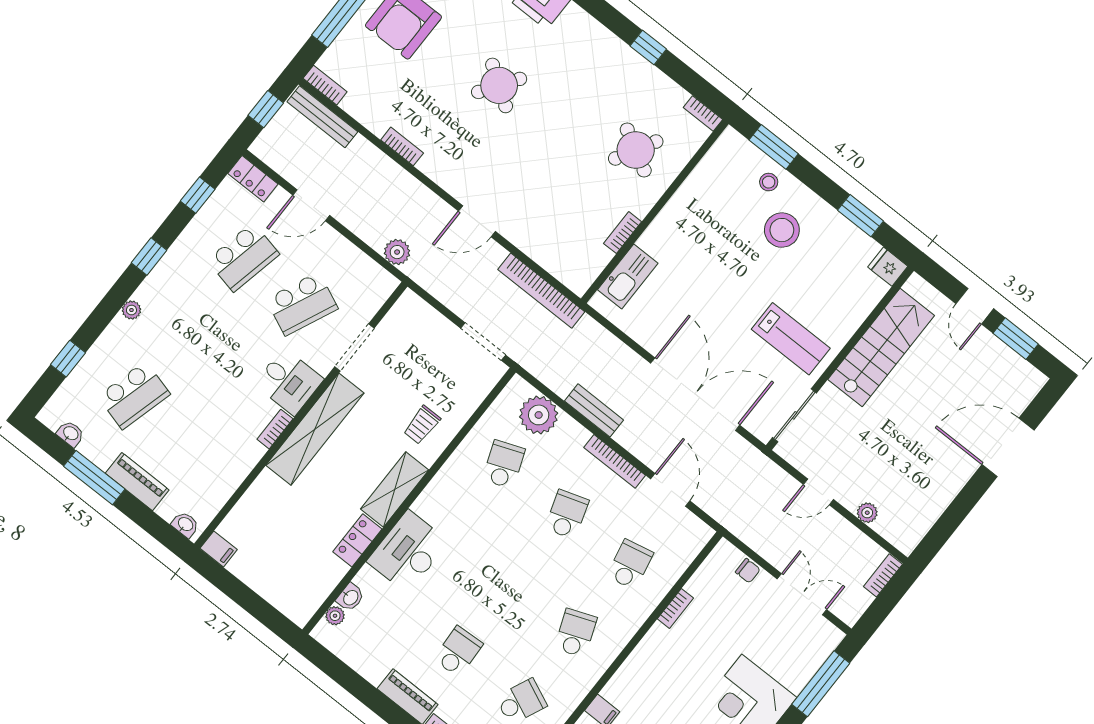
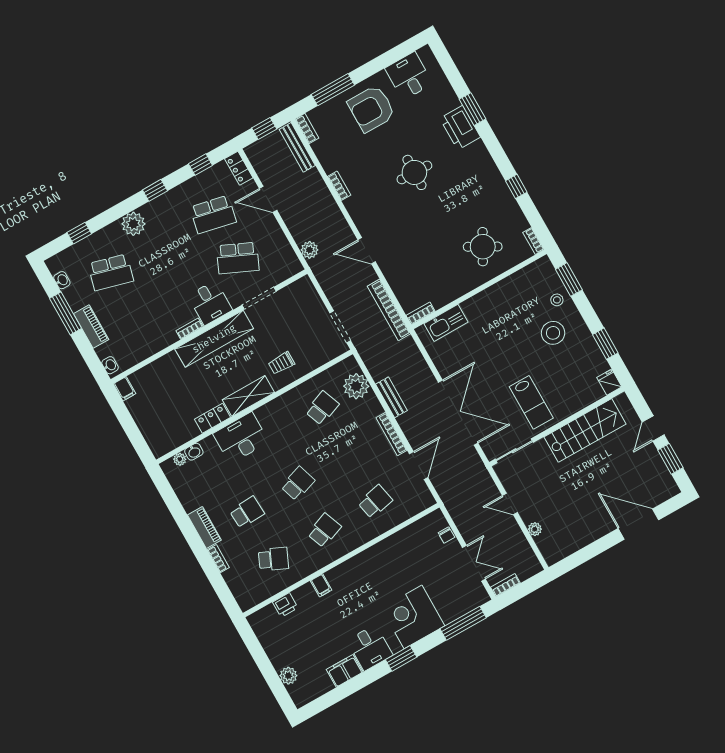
round table: (499, 85) -> (414, 172), turned -33
bookcase: (623, 233) -> (421, 313), moved
plant: (131, 310) -> (133, 224), width x1.88, depth x1.88
school desk: (567, 514) -> (298, 484), moved
bookcase: (883, 575) -> (505, 585), moved
bookcase: (675, 608) -> (392, 540), removed

